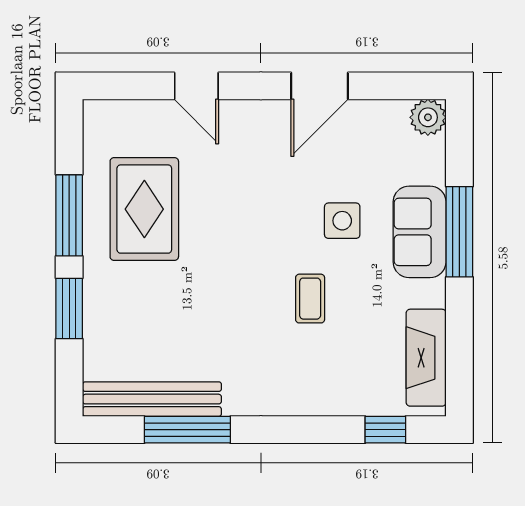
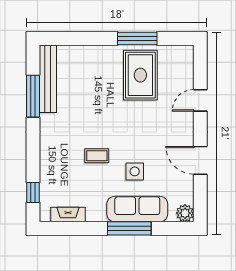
rug: (144, 209) -> (140, 75), turned 90
sofa: (420, 232) -> (137, 209), width x1.36
window: (69, 309) -> (92, 39), removed
fireplace: (426, 358) -> (68, 215), width x0.73, depth x0.76

